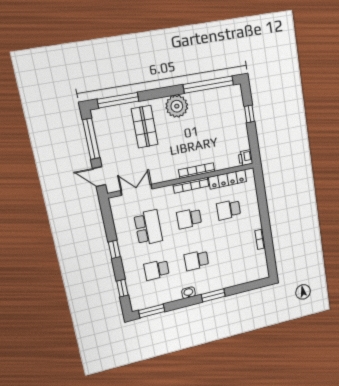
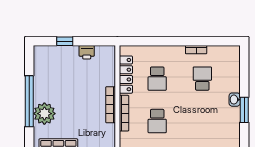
window: (208, 85) -> (29, 101), moved
printer: (245, 158) -> (87, 52), moved
school desk: (196, 260) -> (202, 79), moved, turned 180
washbasin: (188, 293) -> (235, 100), moved

